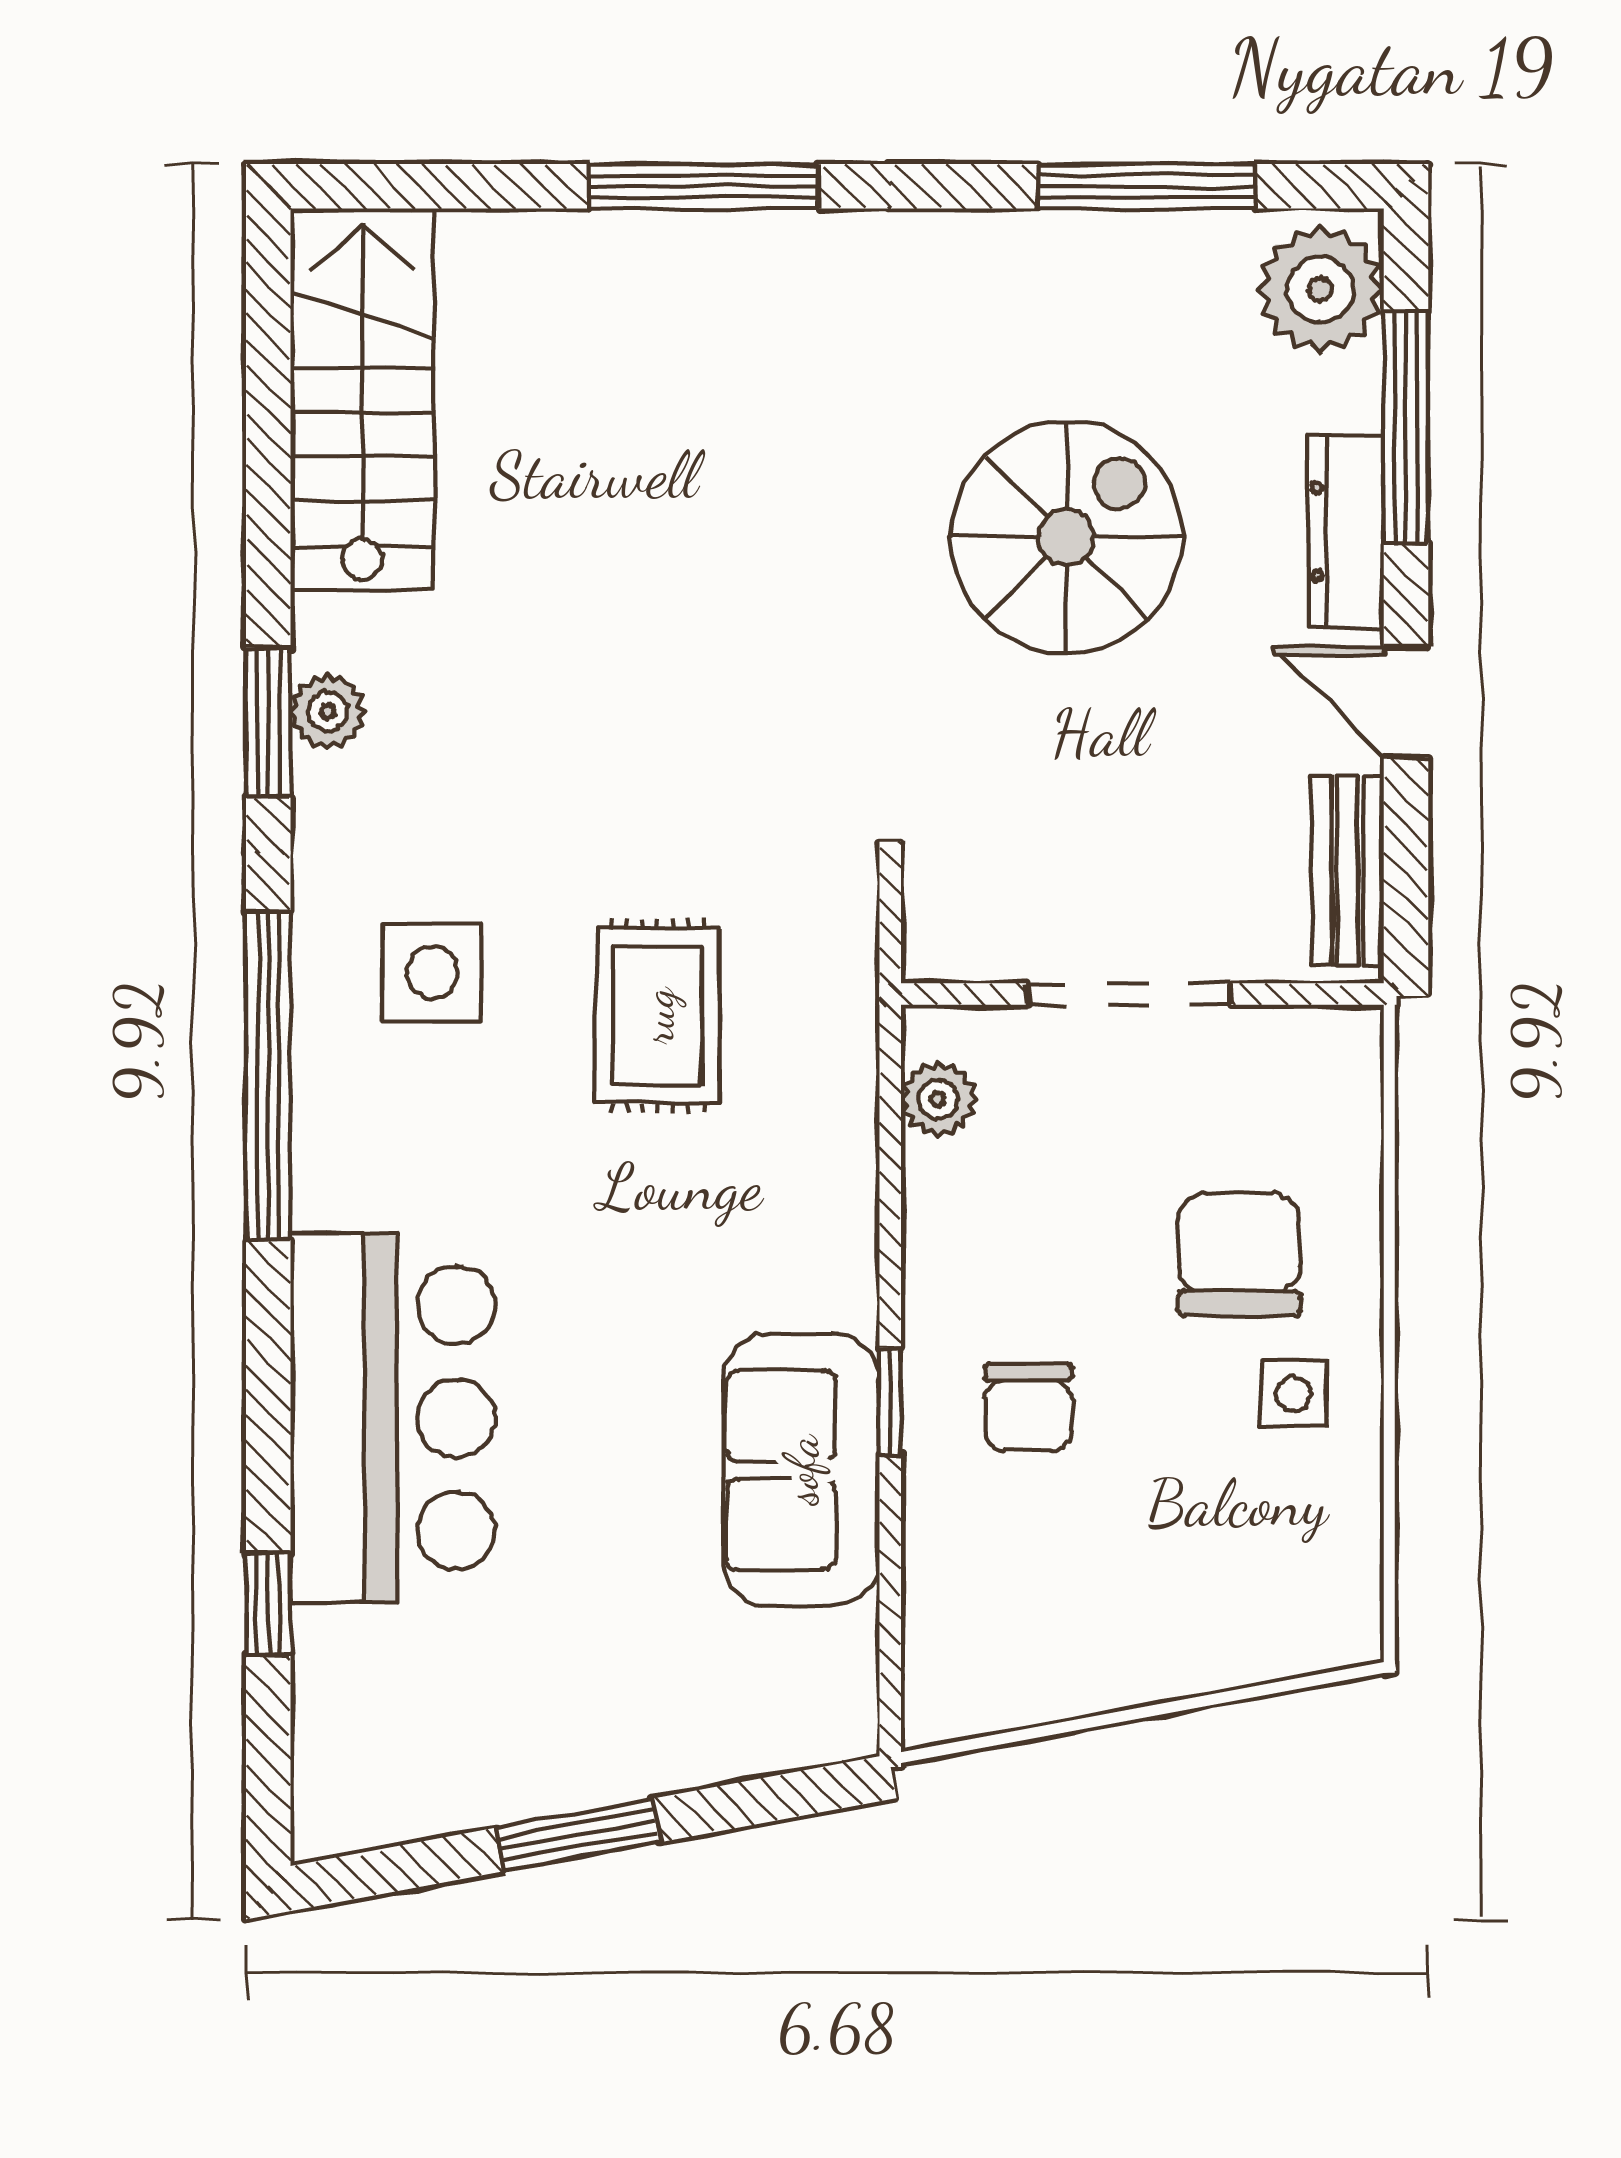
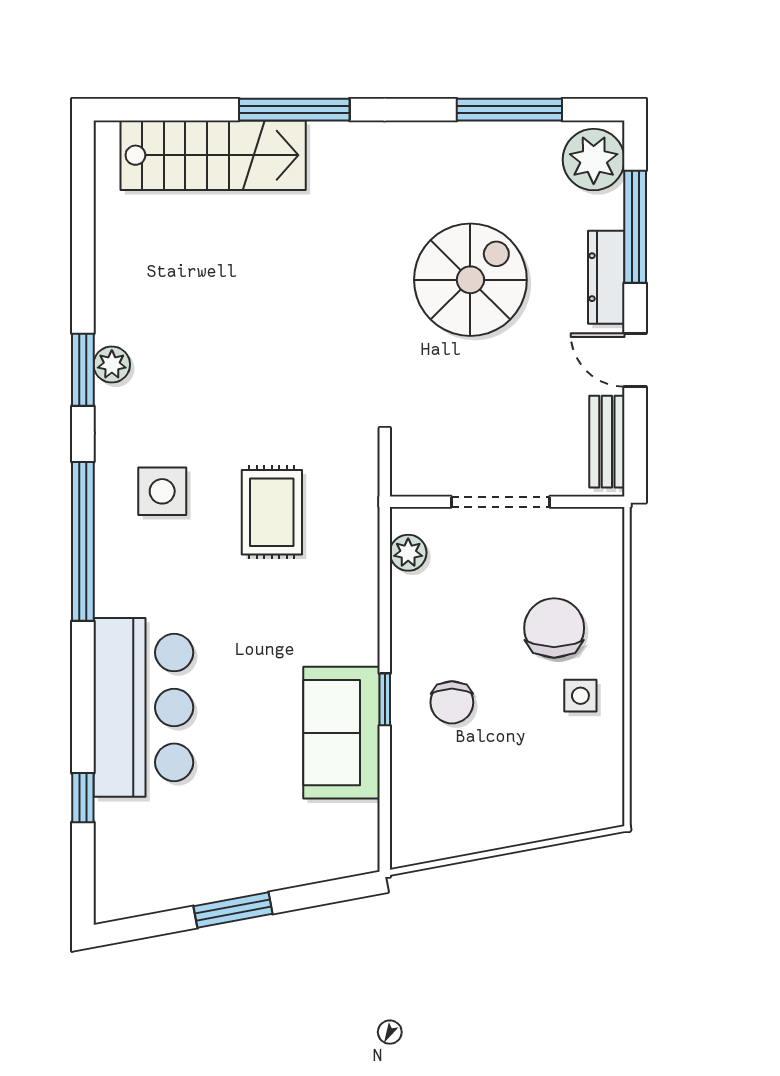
stairs: (362, 399) -> (213, 155), moved, turned 90

